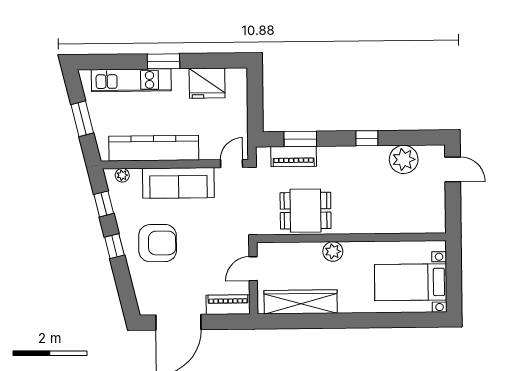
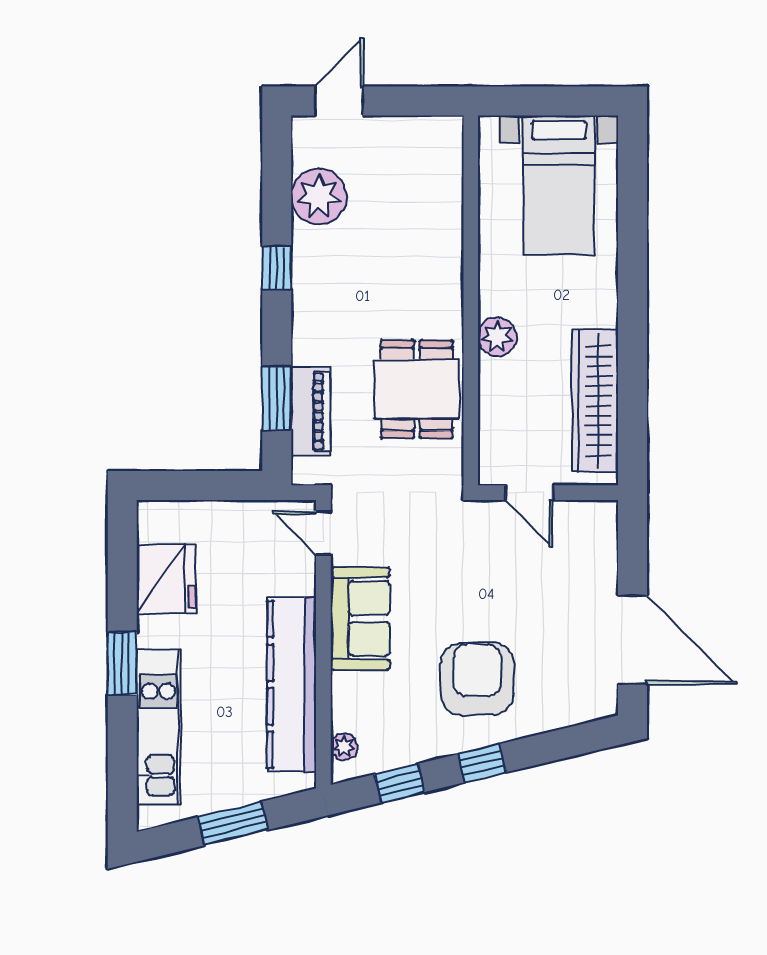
sofa: (178, 183) -> (360, 618), width x0.73
piano: (228, 305) -> (599, 543), removed

